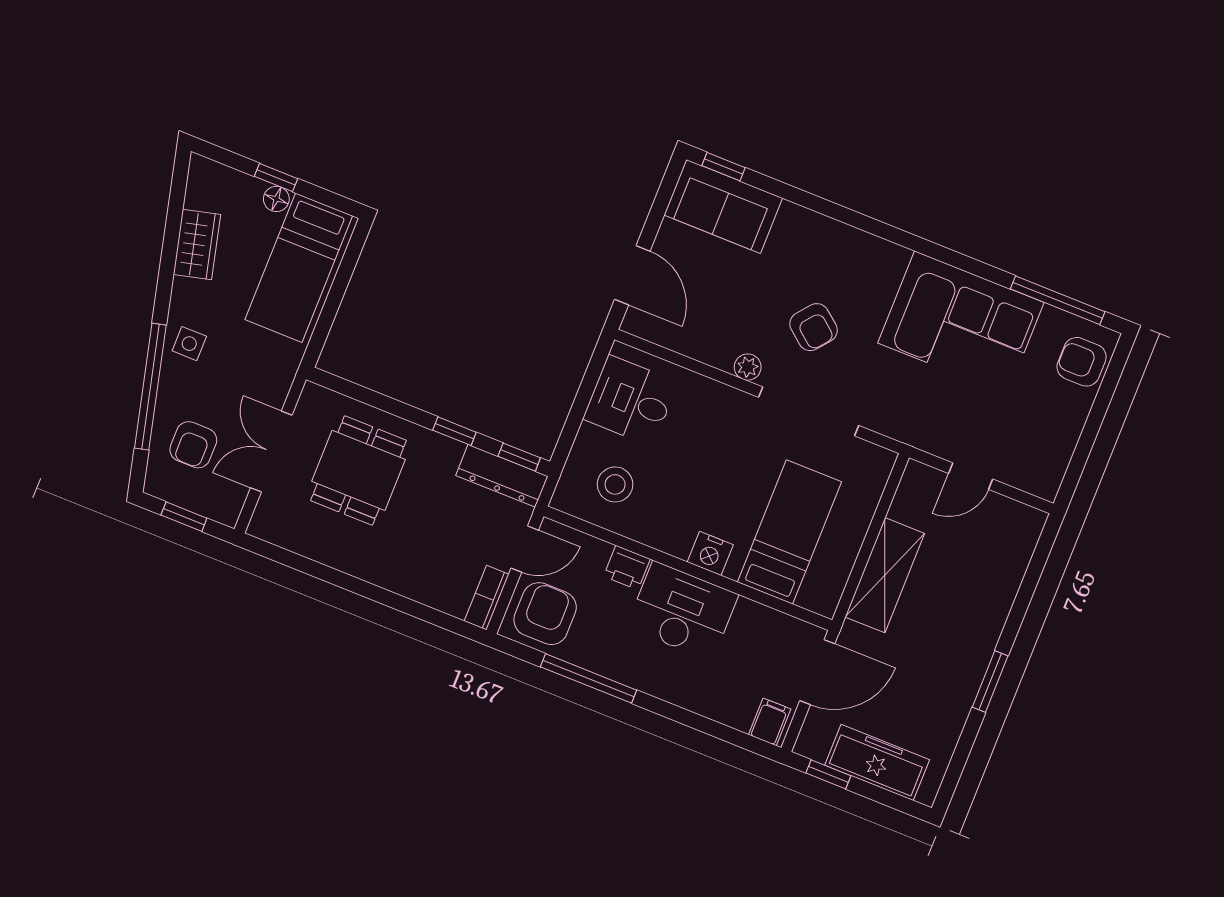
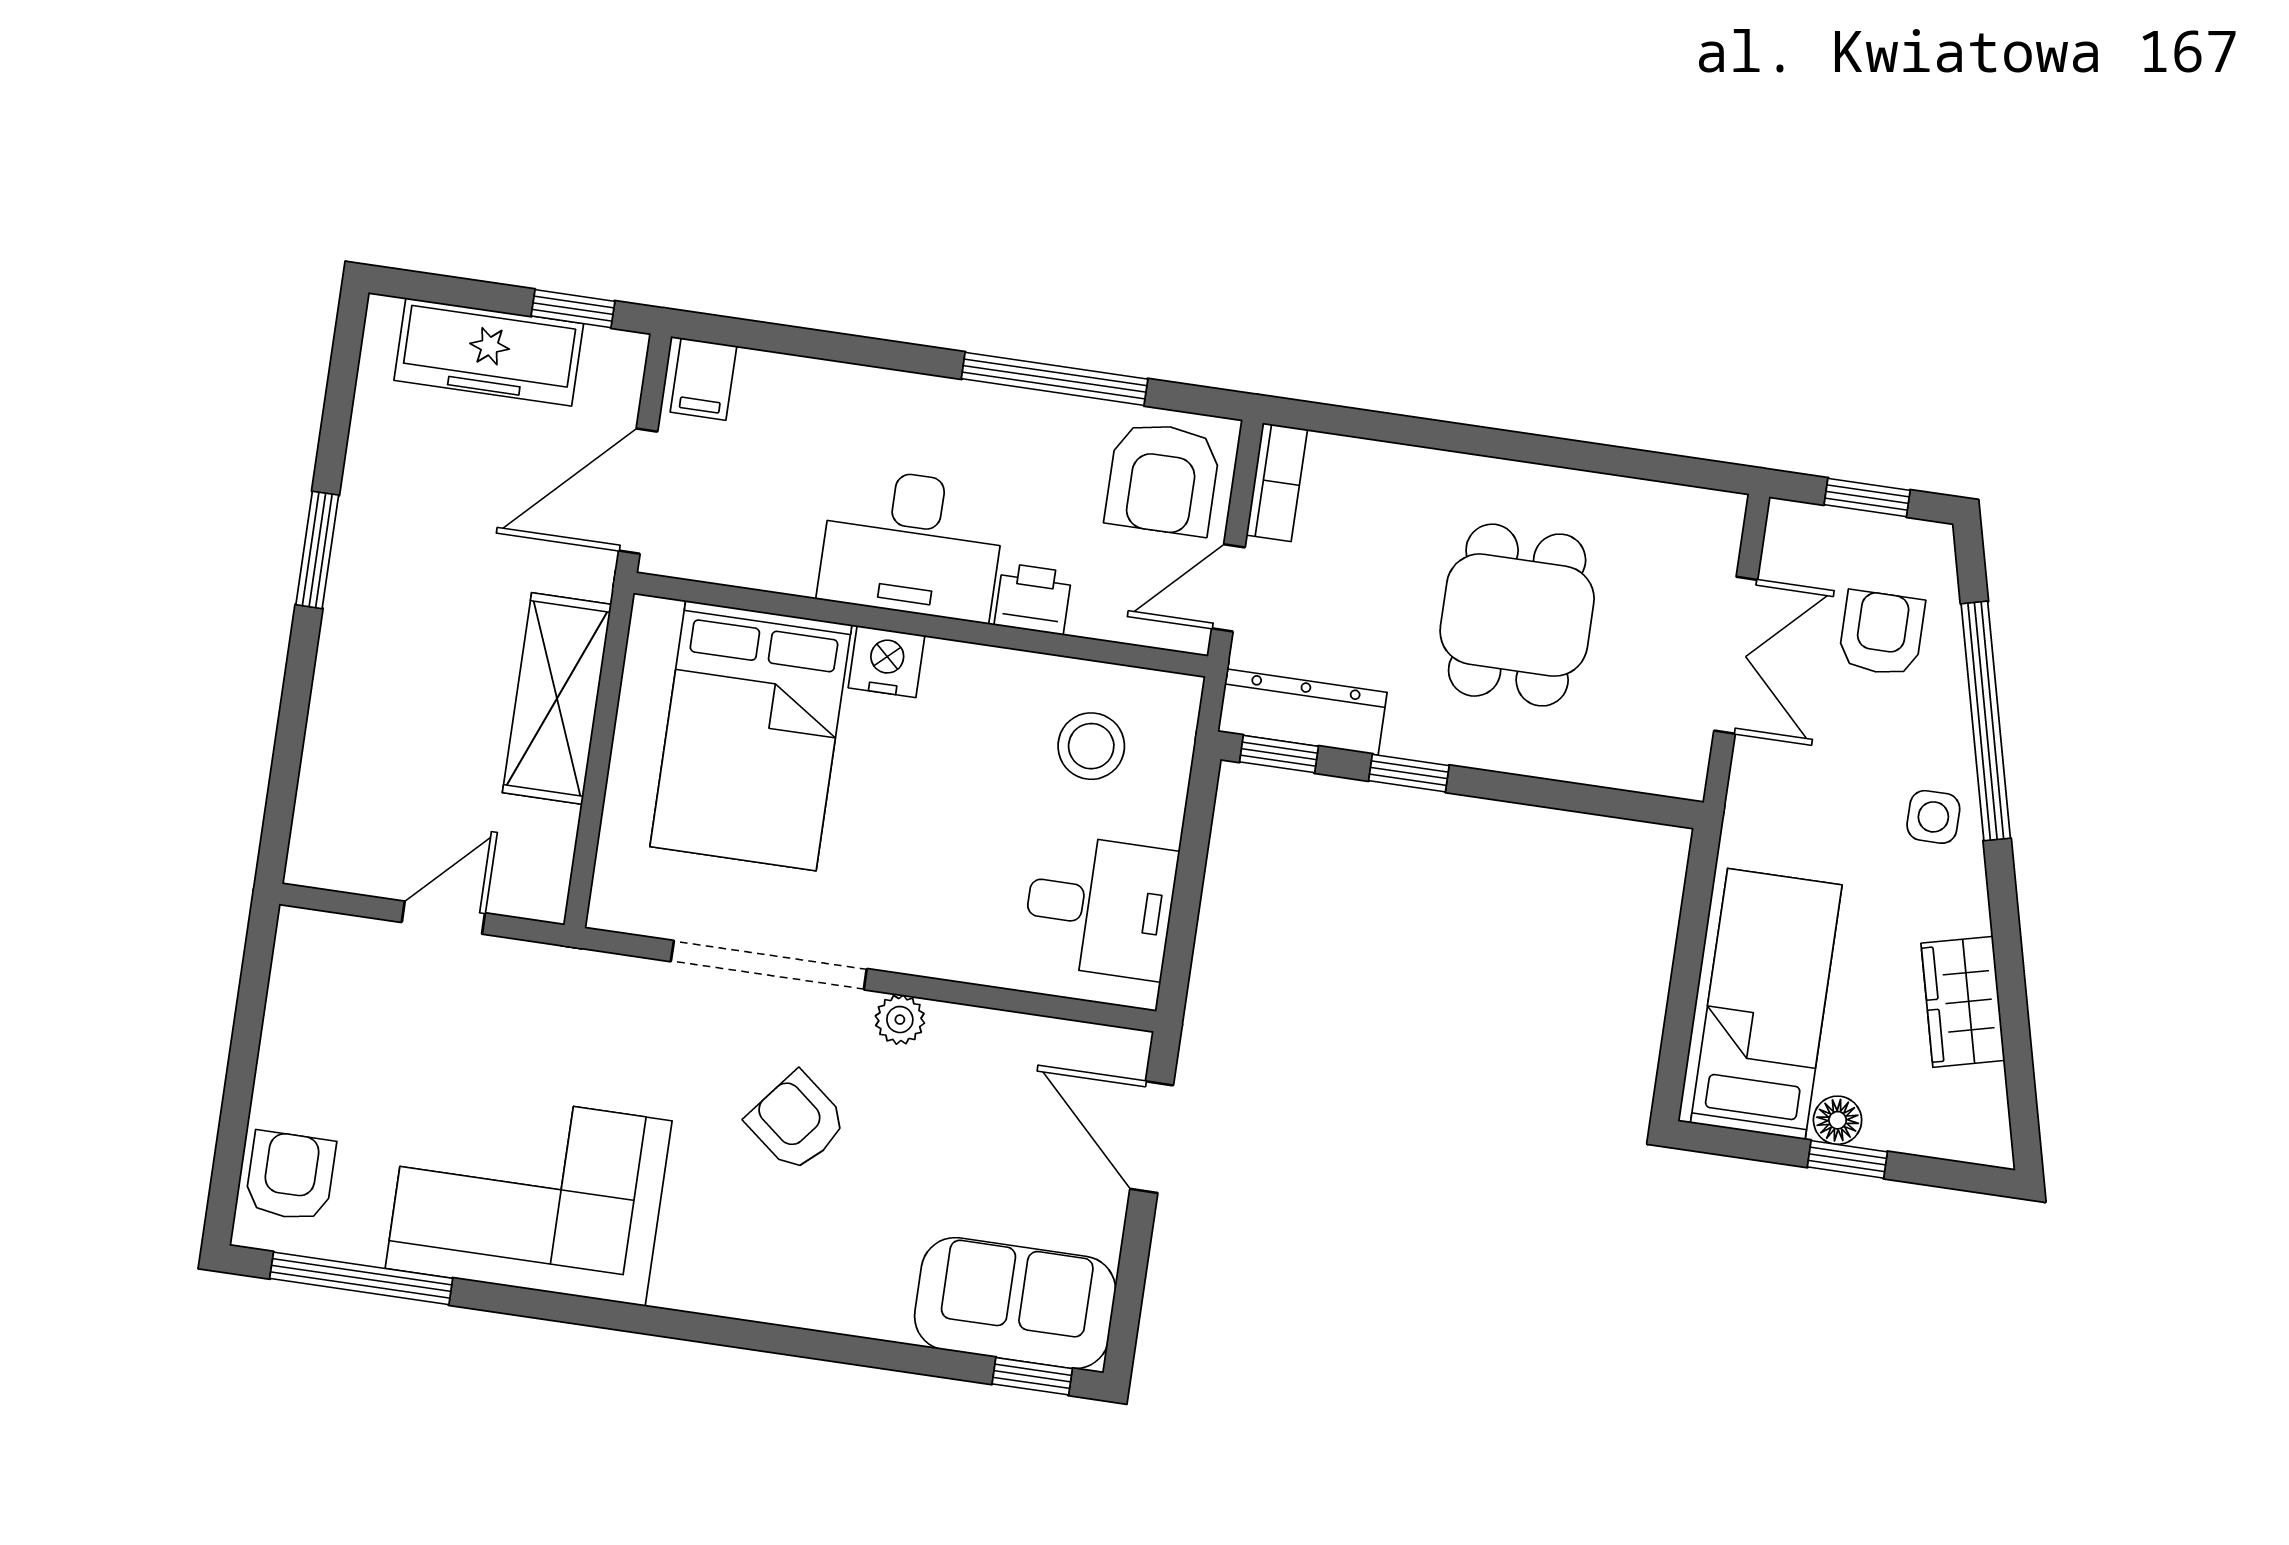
armchair: (1082, 362) -> (290, 1176), turned -90
dining table: (359, 470) -> (1517, 615), moved
bed: (789, 532) -> (751, 736), width x1.50

